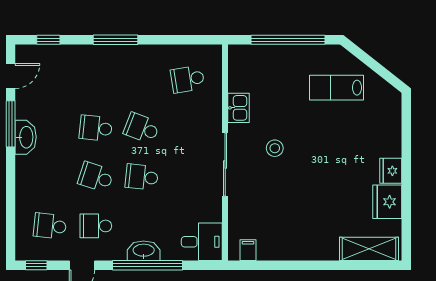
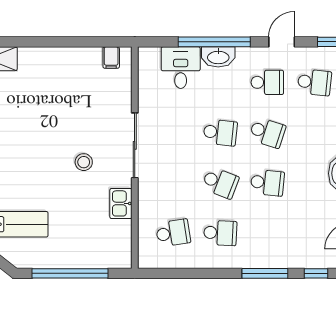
window: (116, 40) -> (265, 273), moved
school desk: (142, 79) -> (220, 233), added
desk: (202, 242) -> (181, 68), moved, turned 90

